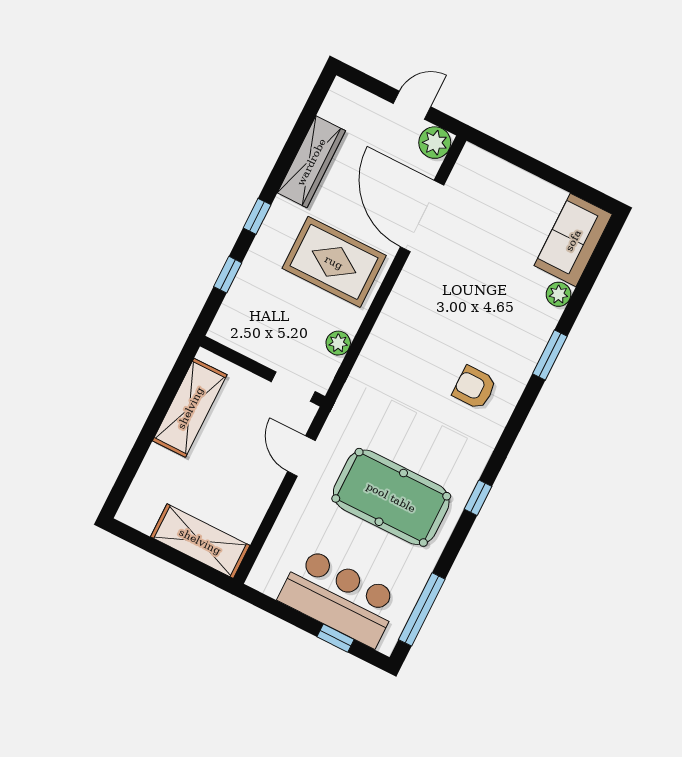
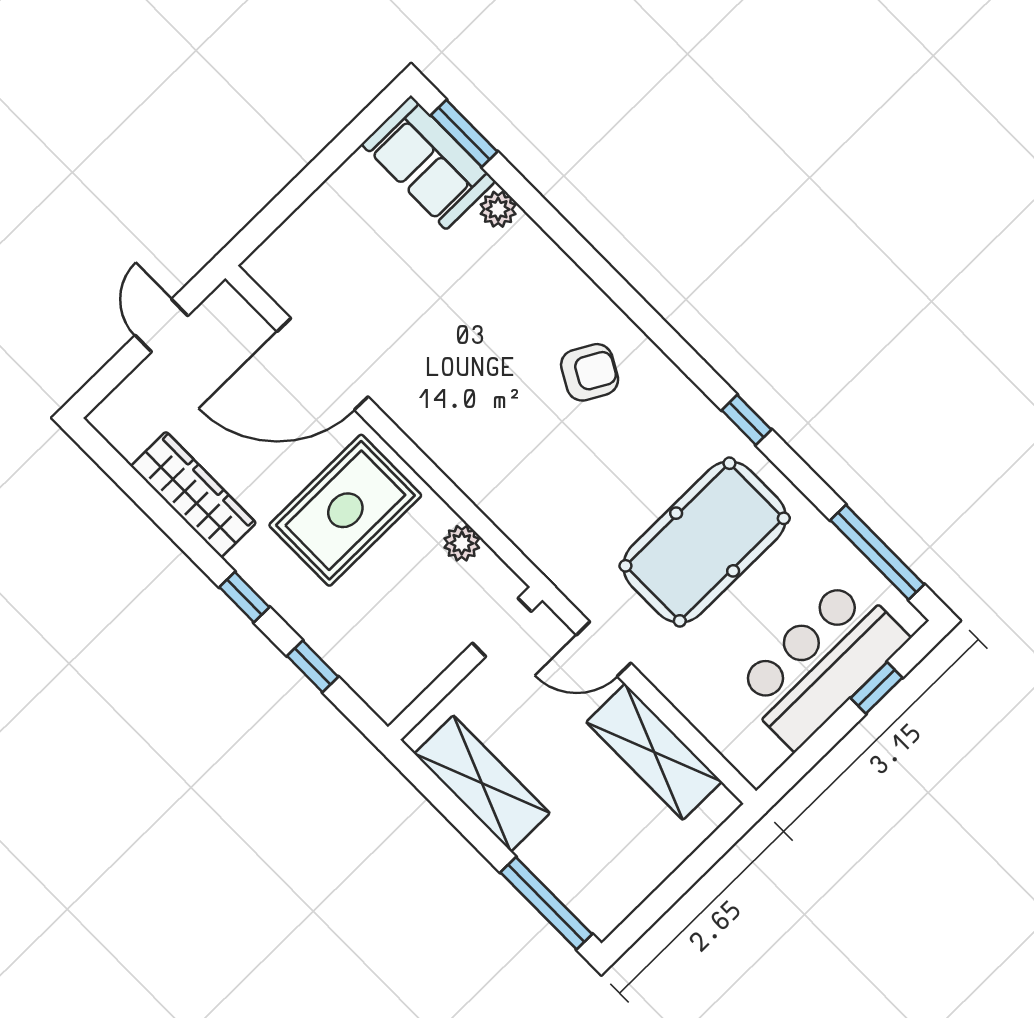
plant: (435, 143) -> (225, 311), removed
window: (550, 355) -> (464, 133), moved
armchair: (474, 388) -> (590, 372), turned -151
window: (127, 474) -> (546, 903), added
shelving: (200, 541) -> (654, 752), moved, turned 90

